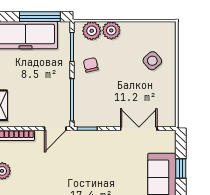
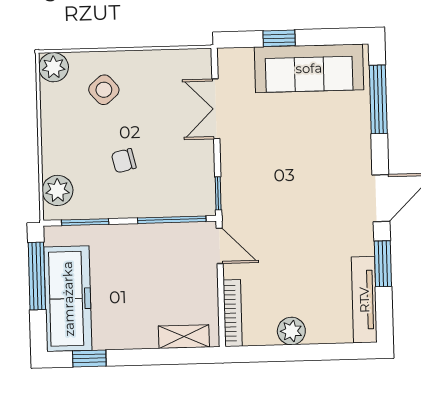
plant: (111, 30) -> (54, 67), moved
chair: (91, 65) -> (124, 161), moved

